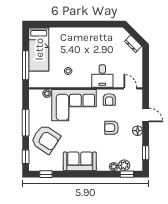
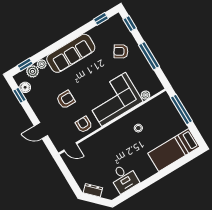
bed: (39, 49) -> (174, 150), moved, turned -90
desk: (102, 76) -> (124, 178), moved, turned 180
floor lamp: (138, 131) -> (25, 87), moved
armchair: (46, 139) -> (121, 51), width x0.53, depth x0.53
sofa: (80, 161) -> (71, 53), width x1.36

